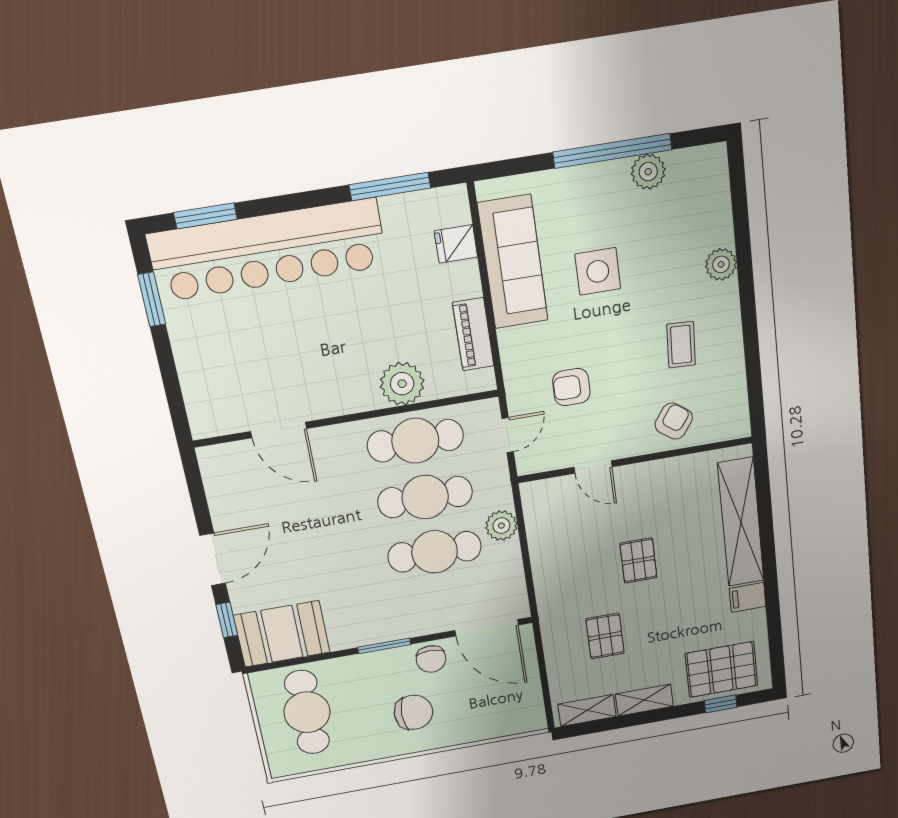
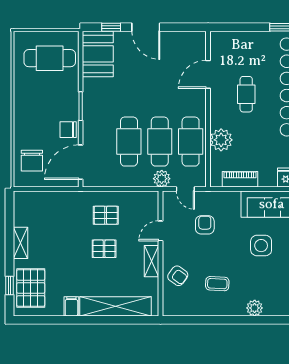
cafe table: (303, 350) -> (246, 94), added
plant: (501, 526) -> (162, 179), moved
pallet: (605, 636) -> (106, 215), moved
shelving: (587, 710) -> (152, 261), moved
chair: (414, 712) -> (32, 161), moved

